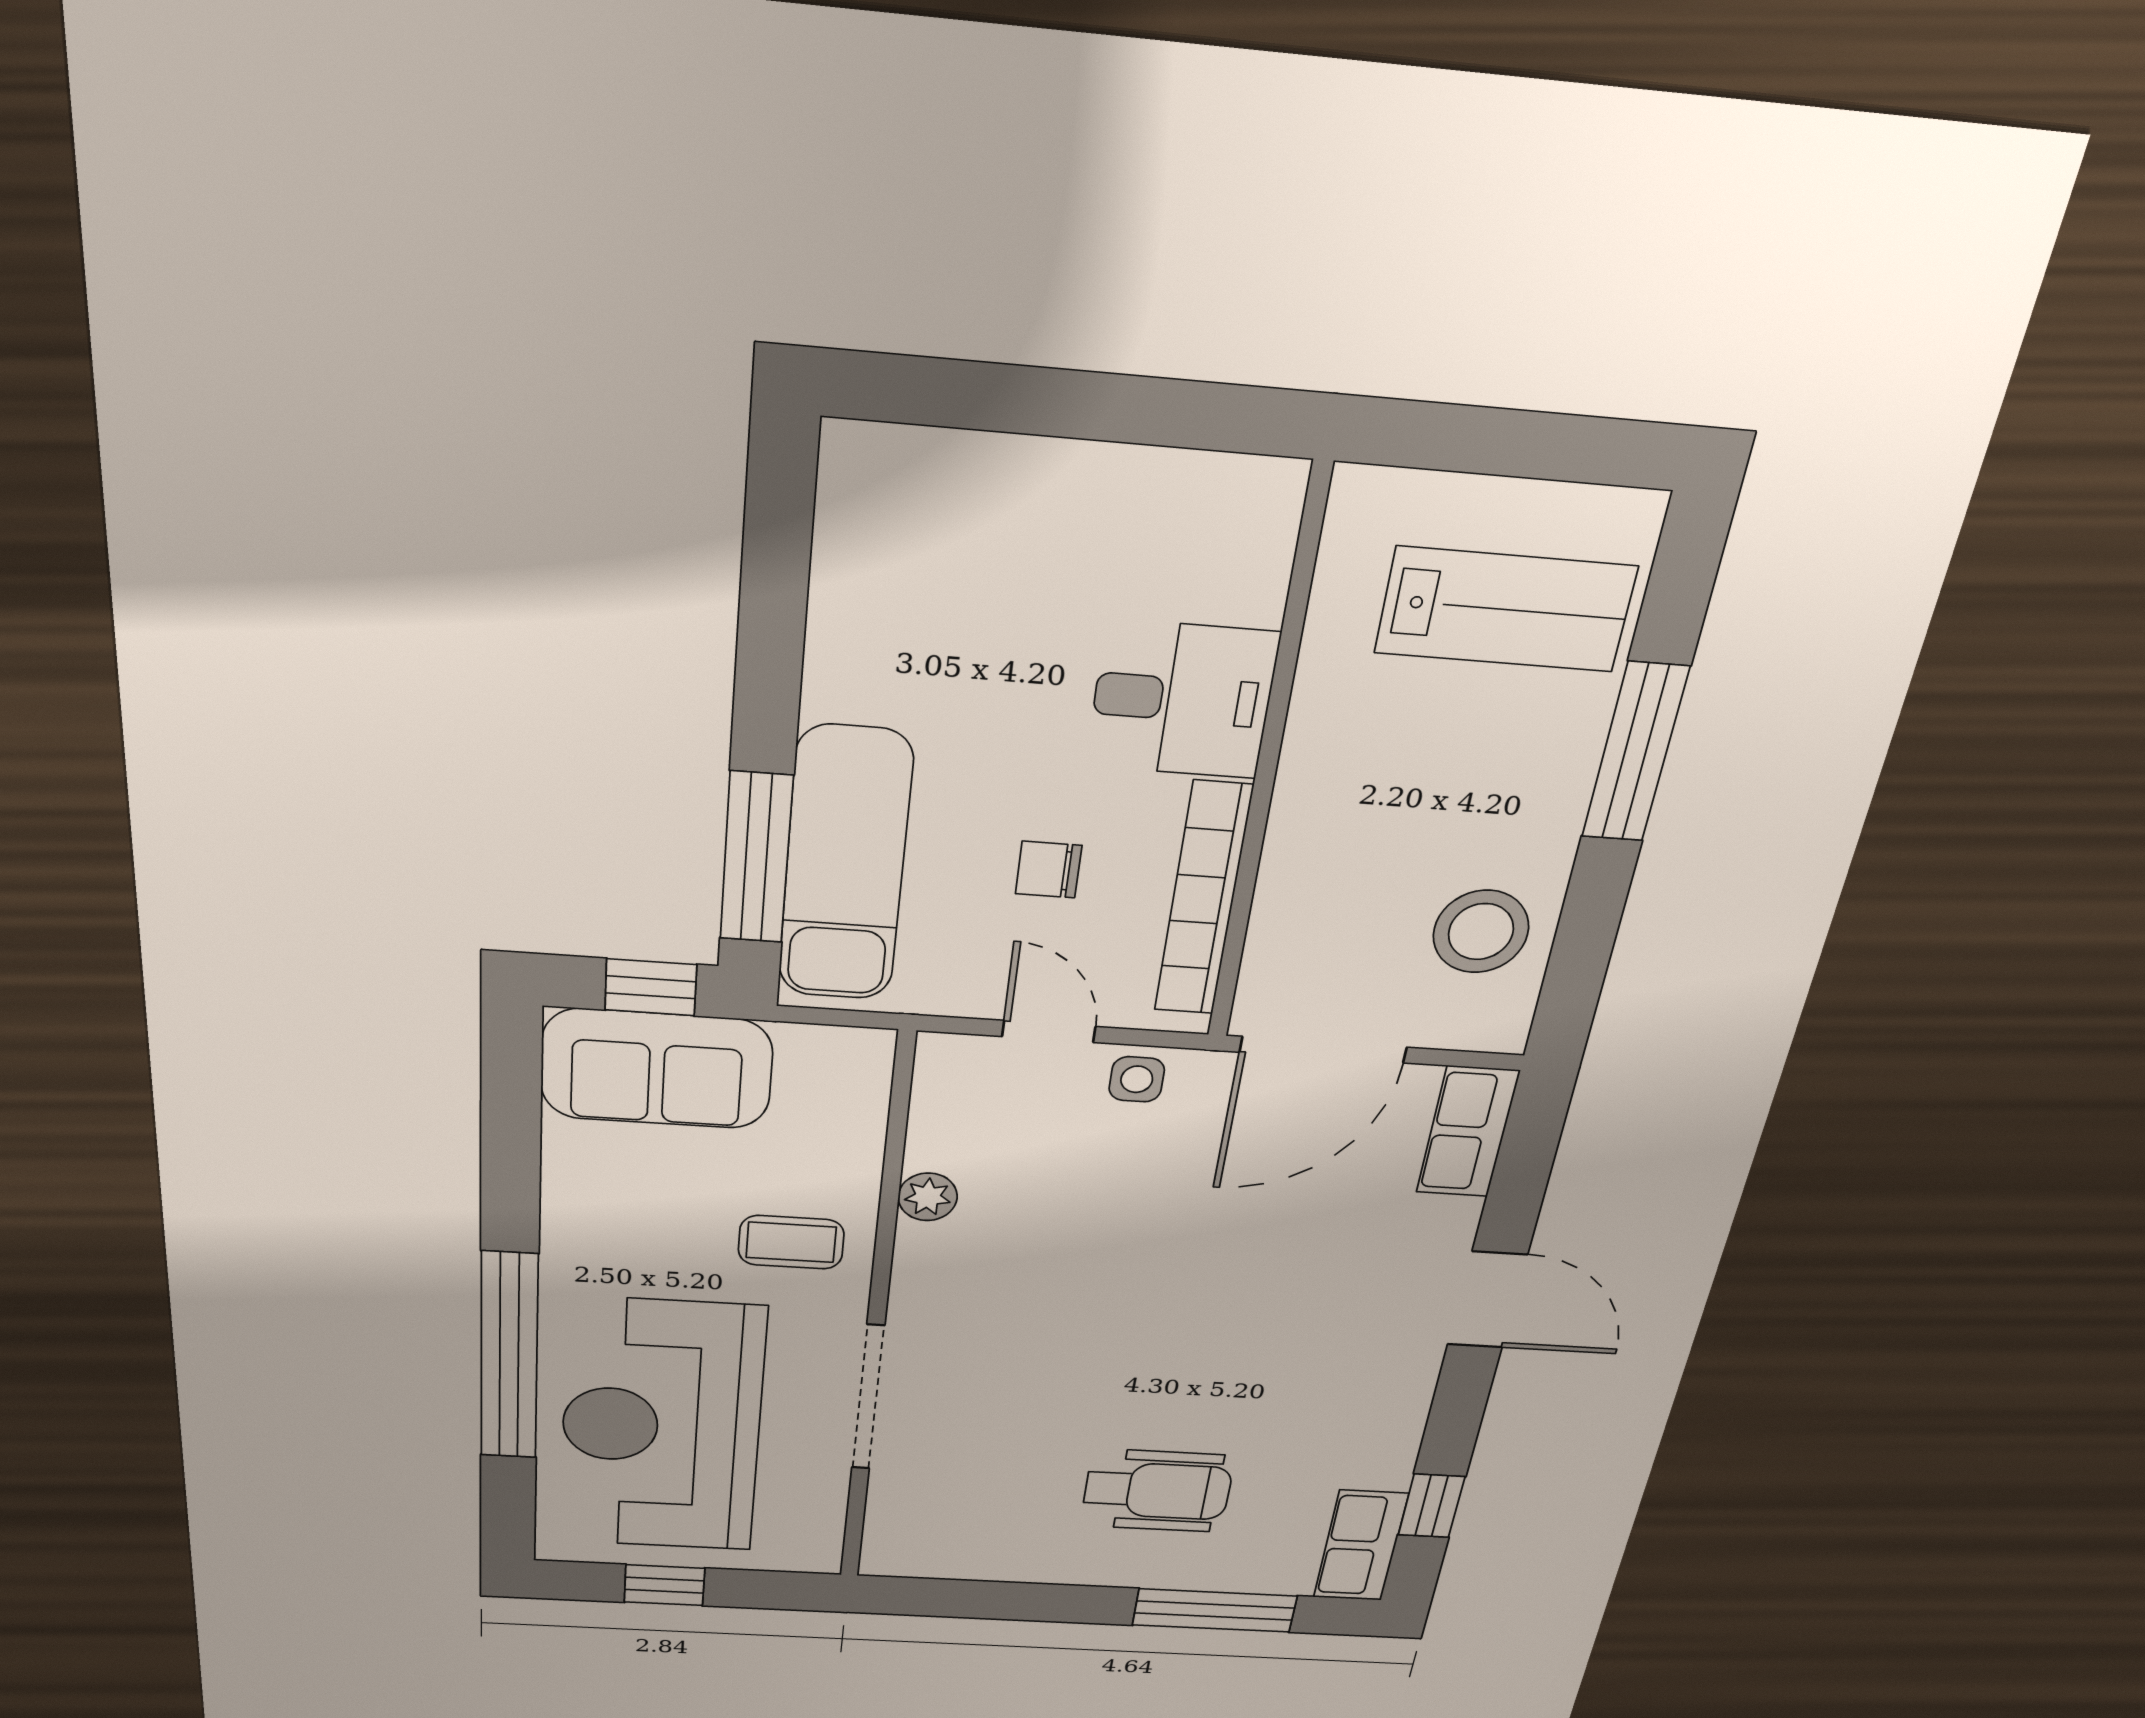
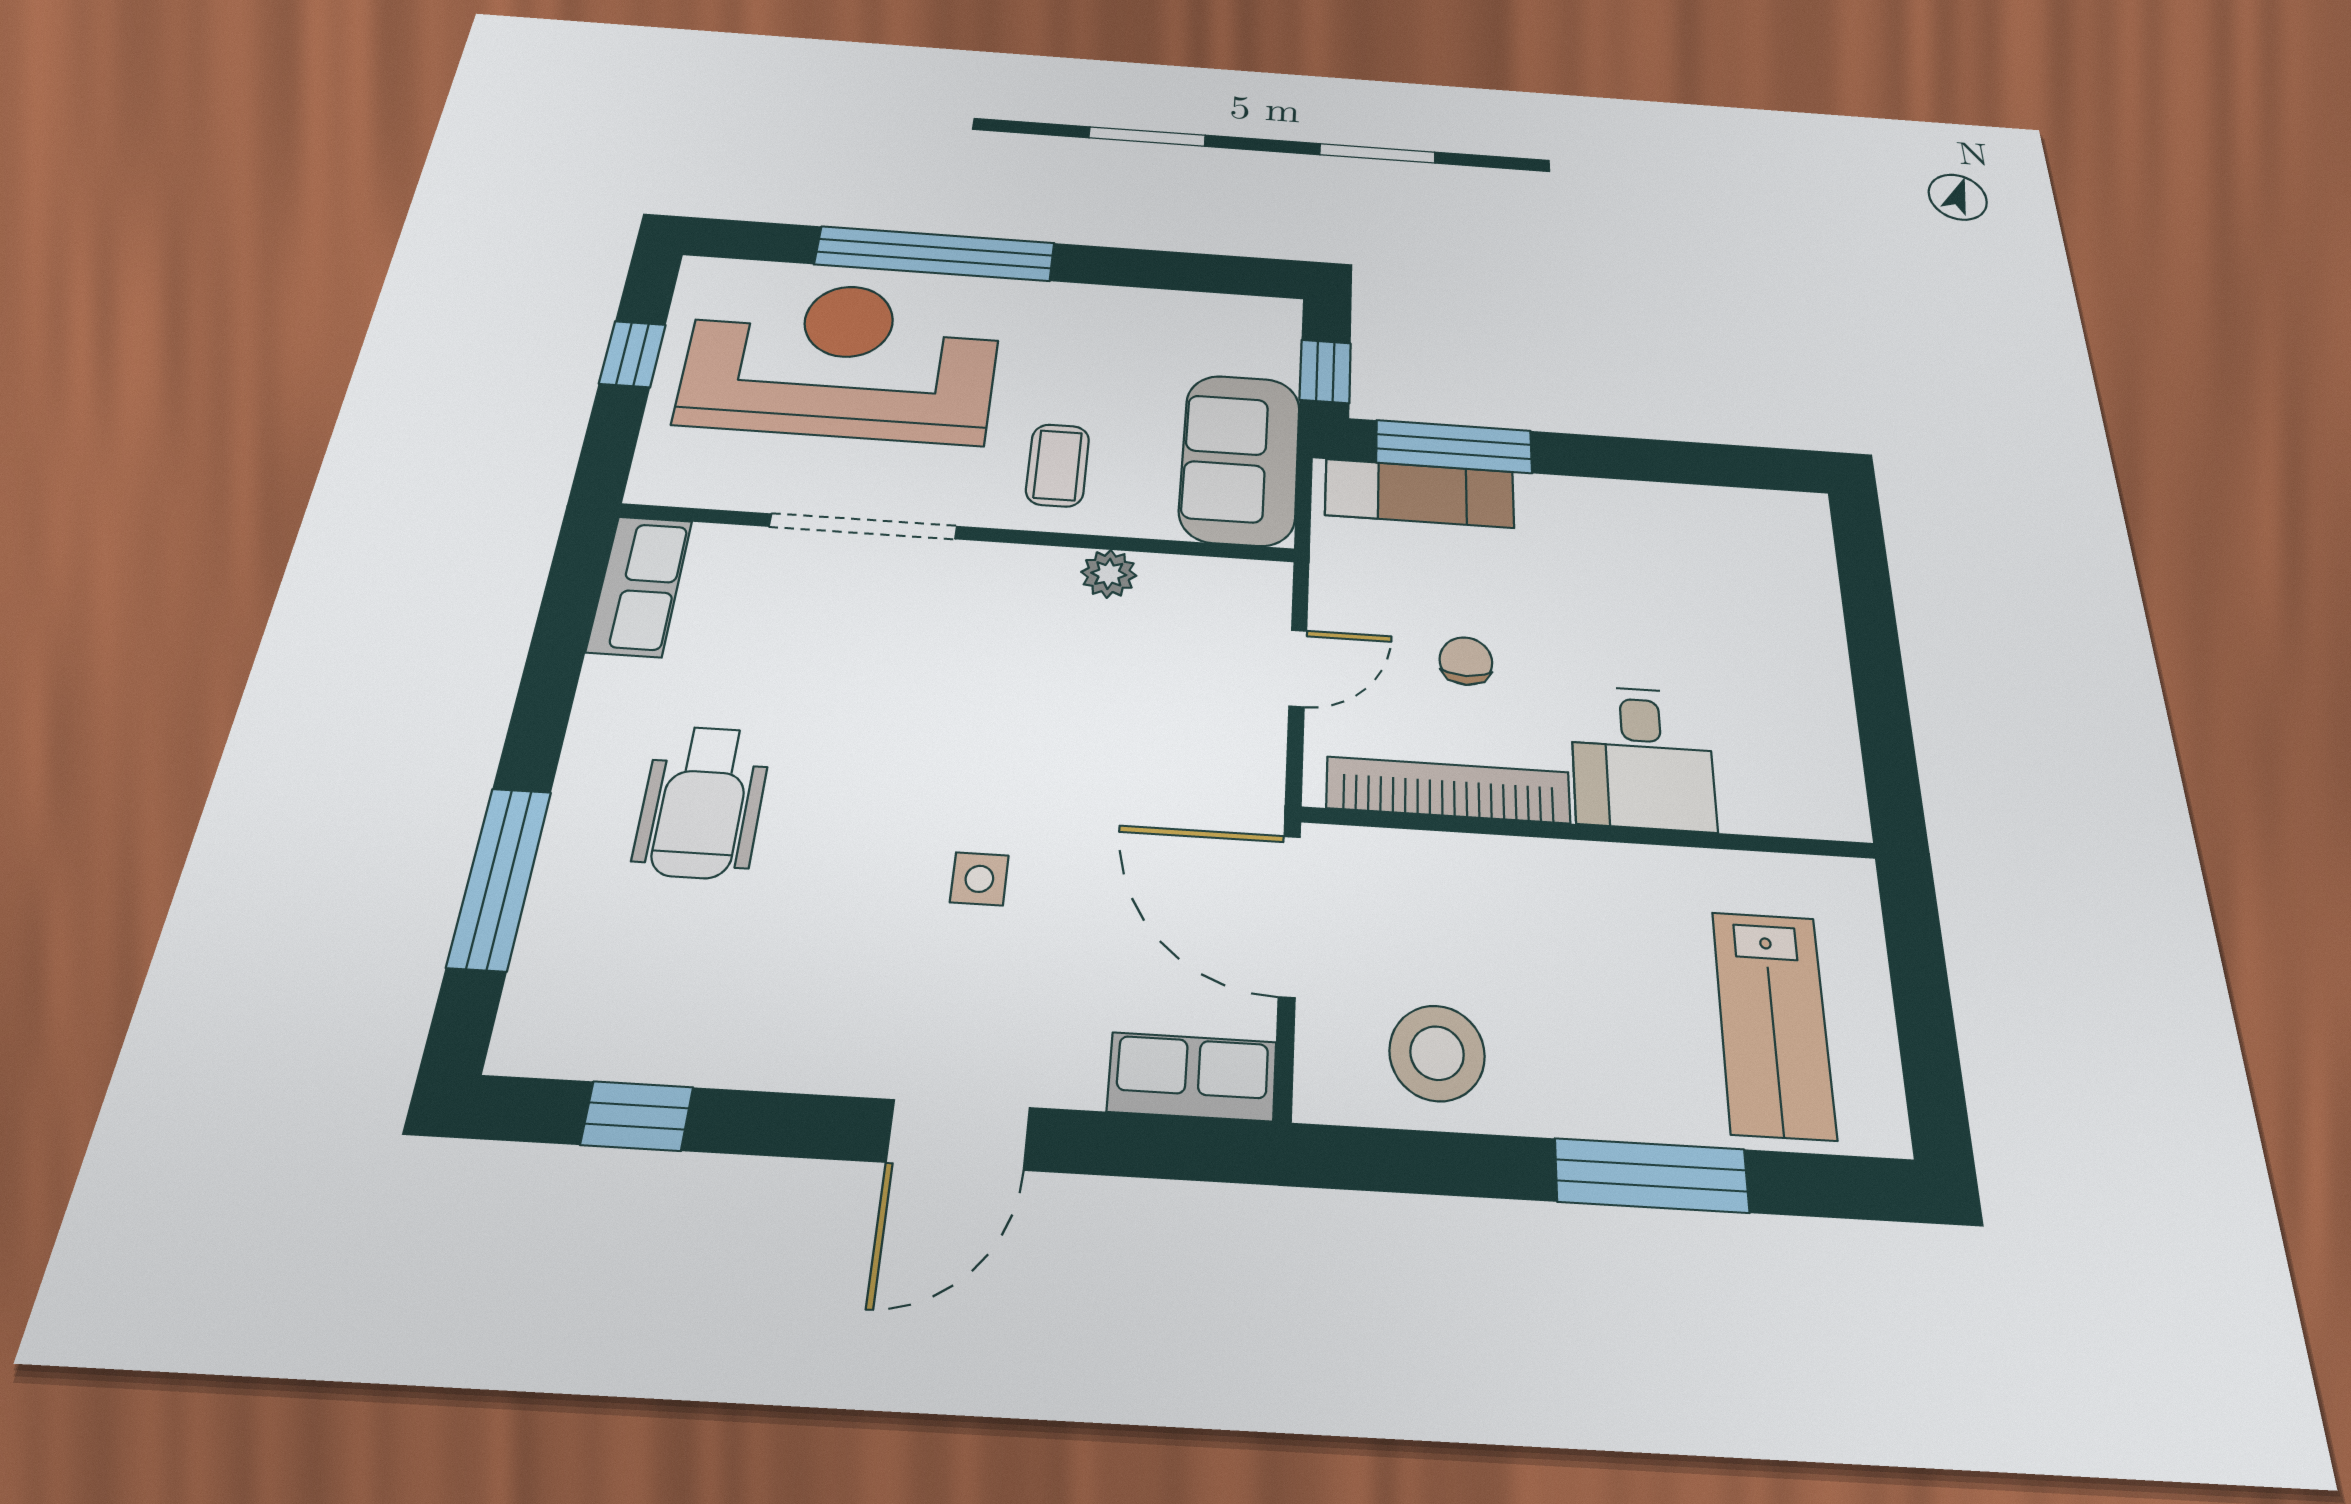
exam couch: (845, 865) -> (1420, 493), width x0.73, depth x0.69
sofa: (657, 1069) -> (1240, 459), moved
side table: (1137, 1079) -> (979, 879), moved
row of seats: (1361, 1546) -> (640, 586), moved, turned 90

